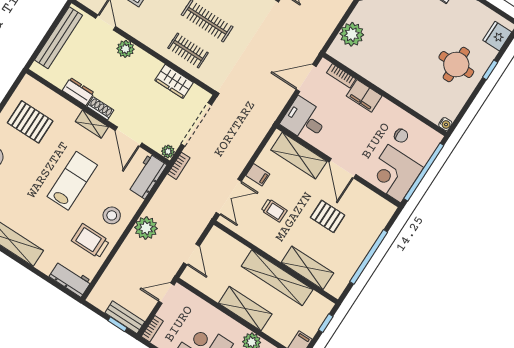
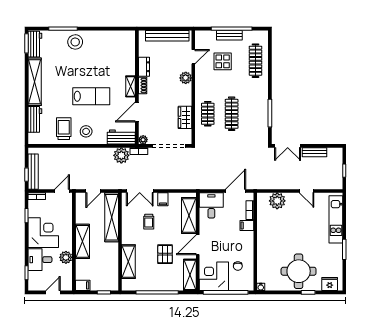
round table: (456, 65) -> (299, 271), width x1.36, depth x1.36
door: (306, 78) -> (236, 191), hinge flipped
filing cabinet: (364, 96) -> (247, 225), width x0.50
pallet: (30, 122) -> (109, 51), removed
shelving: (373, 202) -> (190, 275), added
plant: (146, 228) -> (121, 155), moved
shelving: (277, 278) -> (112, 217), moved
workbench: (70, 279) -> (35, 119), moved
door: (166, 293) -> (62, 191), hinge flipped
bench: (125, 317) -> (33, 172), width x1.36

